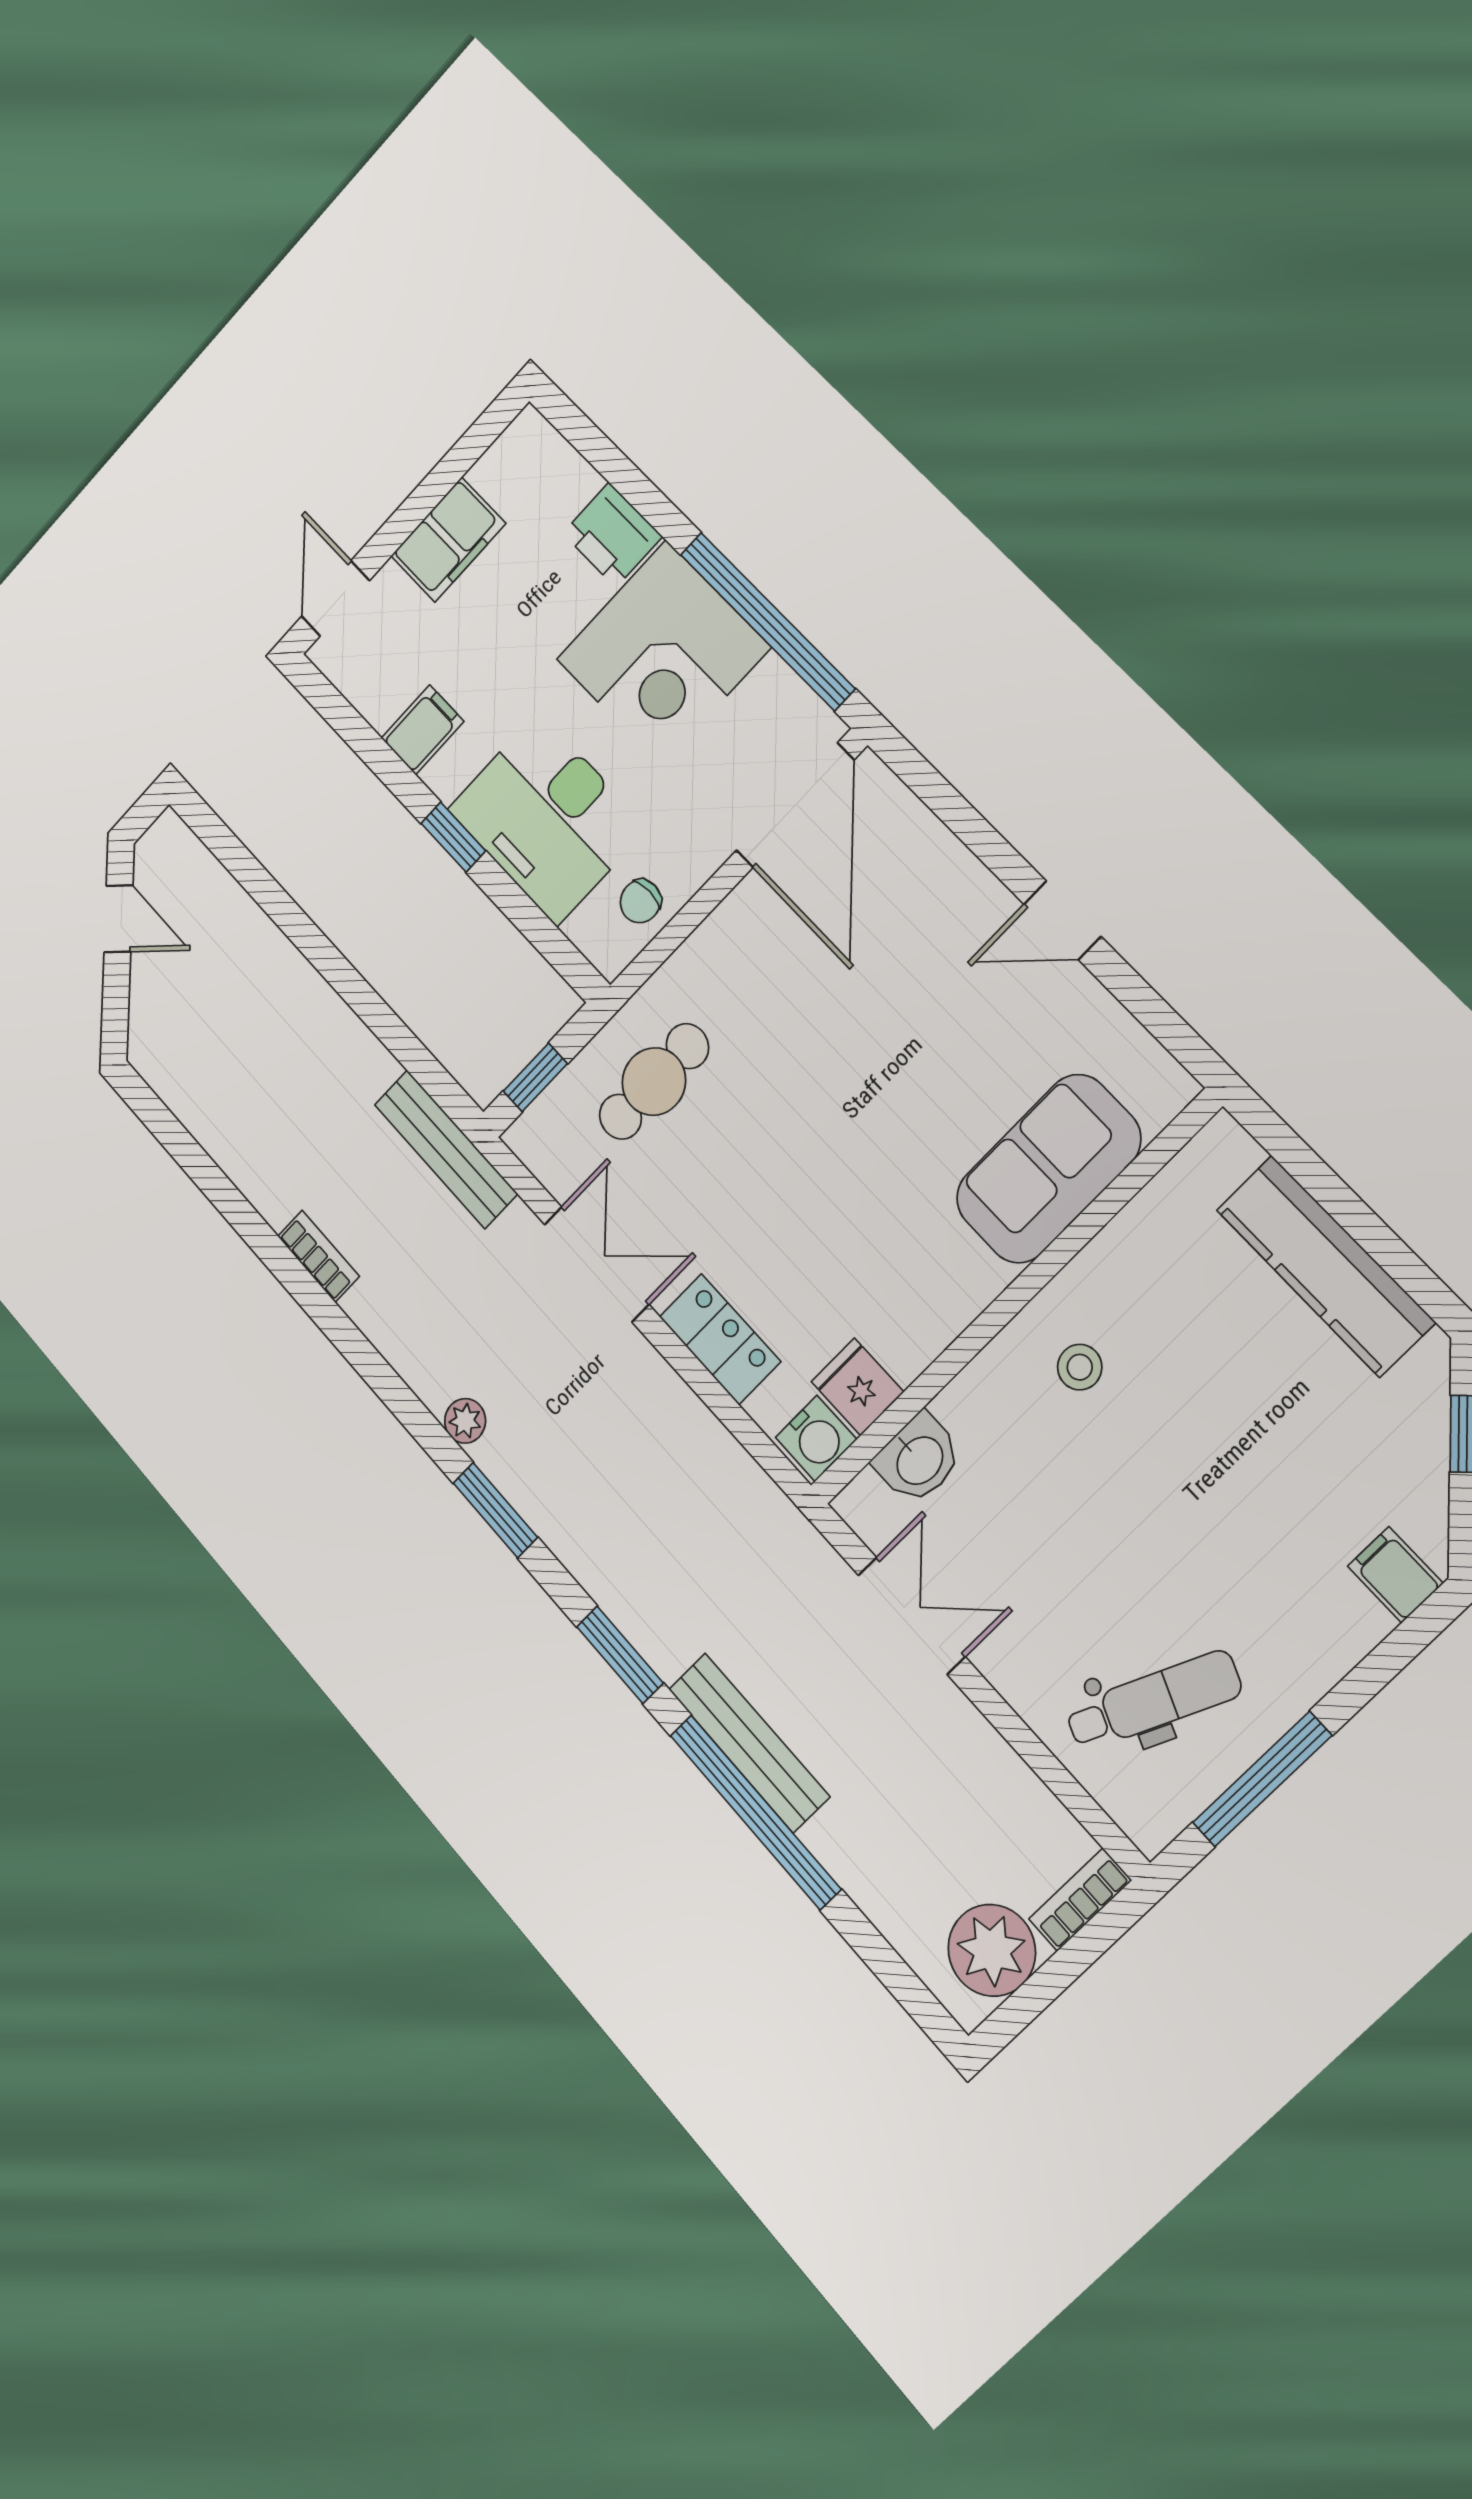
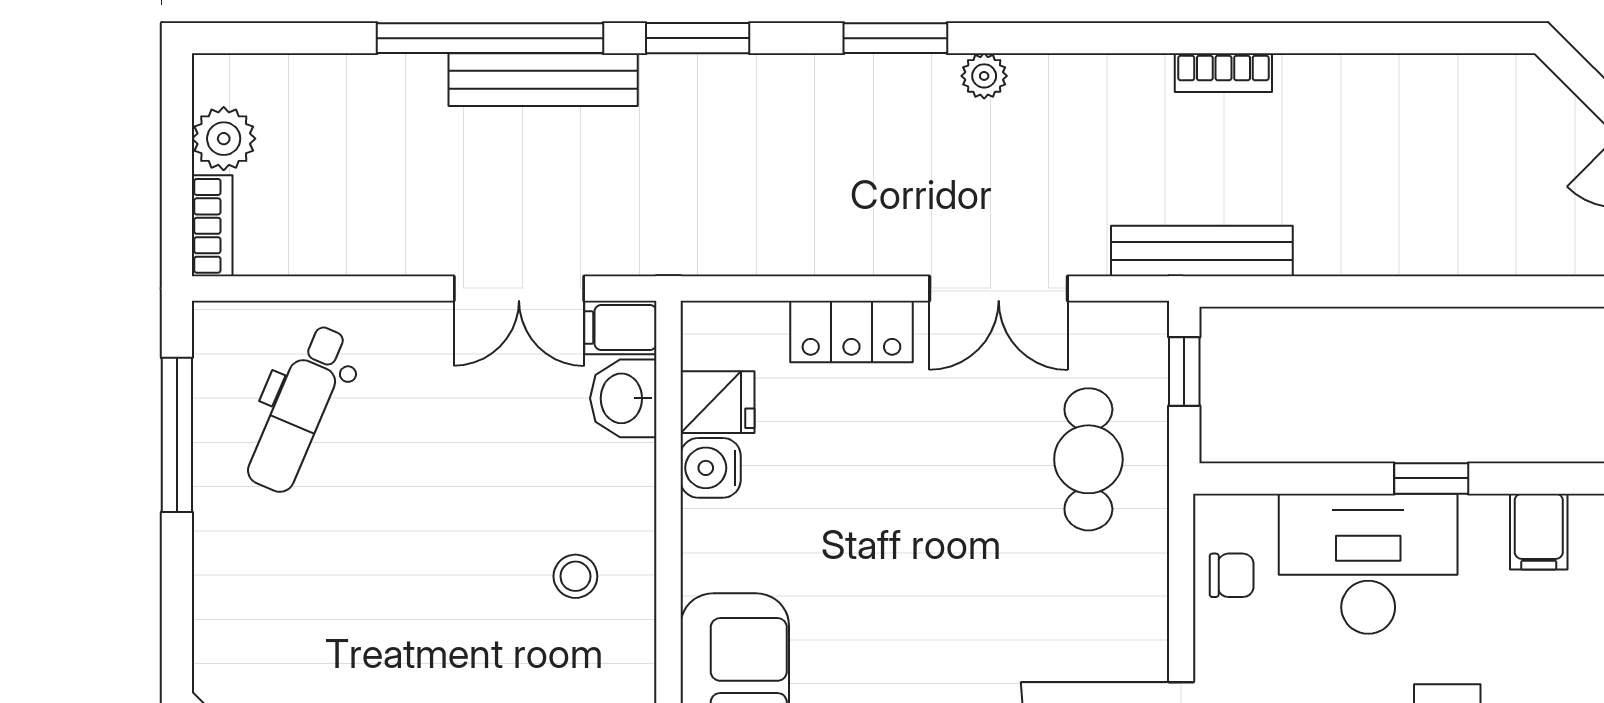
chair: (640, 901) -> (1232, 575), turned 90
water cooler: (816, 1438) -> (711, 468), moved
filing cabinet: (1395, 1575) -> (620, 328), moved, turned 180
plant: (992, 1950) -> (224, 139), width x0.73, depth x0.73

